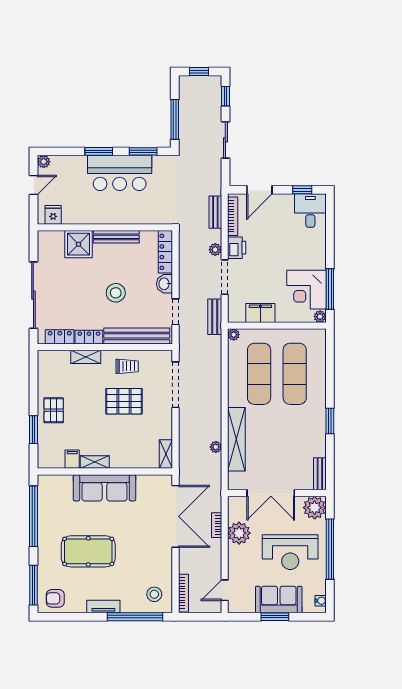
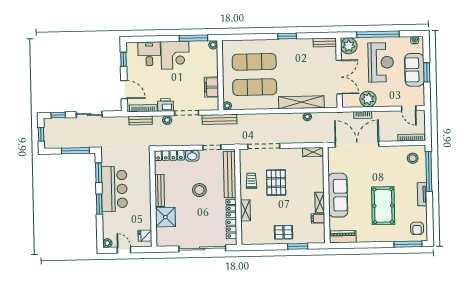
desk: (310, 210) -> (149, 54), moved, turned 90
corner desk: (306, 290) -> (175, 55), moved
bench: (215, 317) -> (219, 119), width x1.36
piano: (46, 493) -> (343, 237), added
window: (33, 516) -> (359, 245), removed

